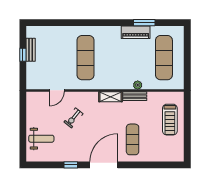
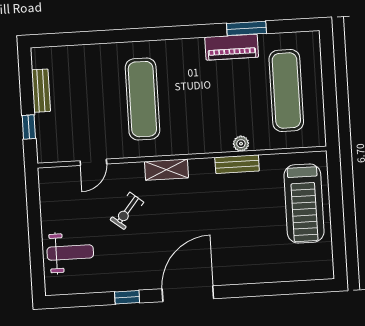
window: (23, 55) -> (29, 127), moved
shelving: (110, 97) -> (166, 170), moved
treadmill: (170, 120) -> (304, 204), width x1.37, depth x1.38
exercise mat: (133, 139) -> (238, 244), removed

